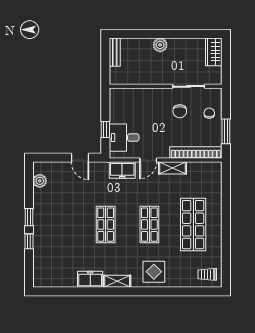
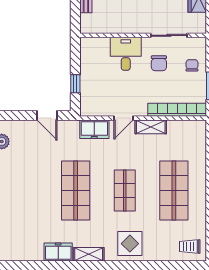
desk: (124, 138) -> (126, 54), moved, turned 90
shop shelf: (106, 225) -> (76, 191), width x1.43, depth x1.36

